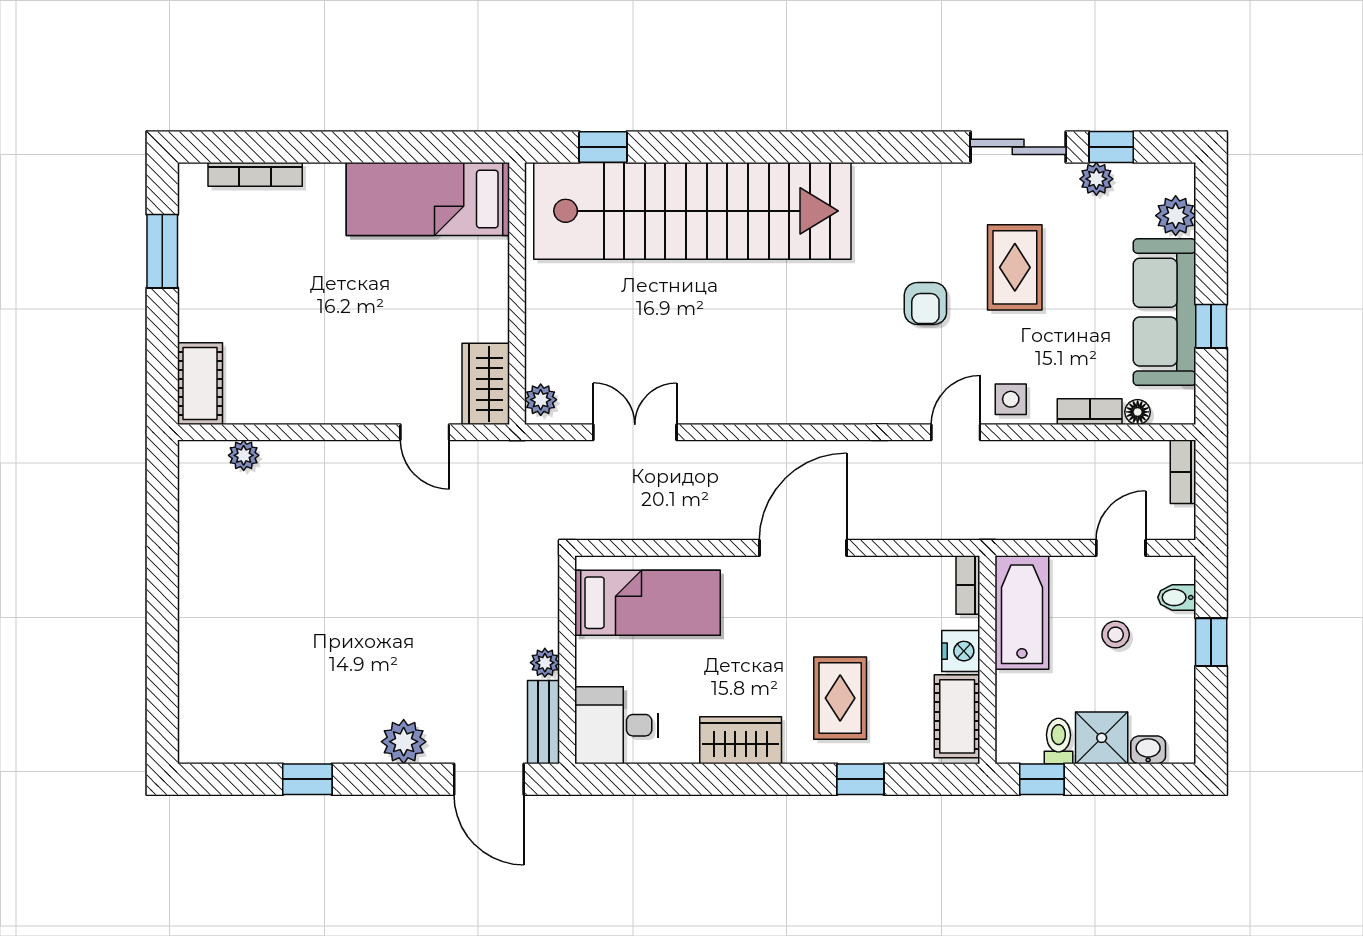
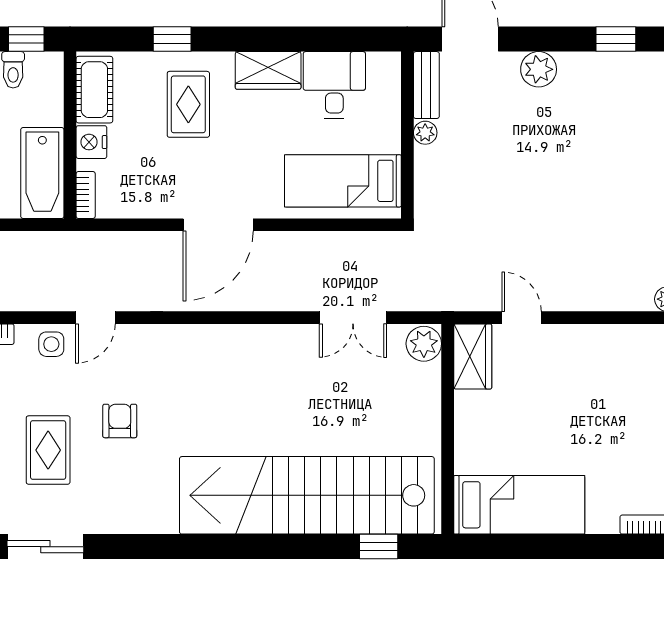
plant: (541, 400) -> (424, 344), width x1.38, depth x1.38
desk: (617, 725) -> (334, 85), moved, turned -90

